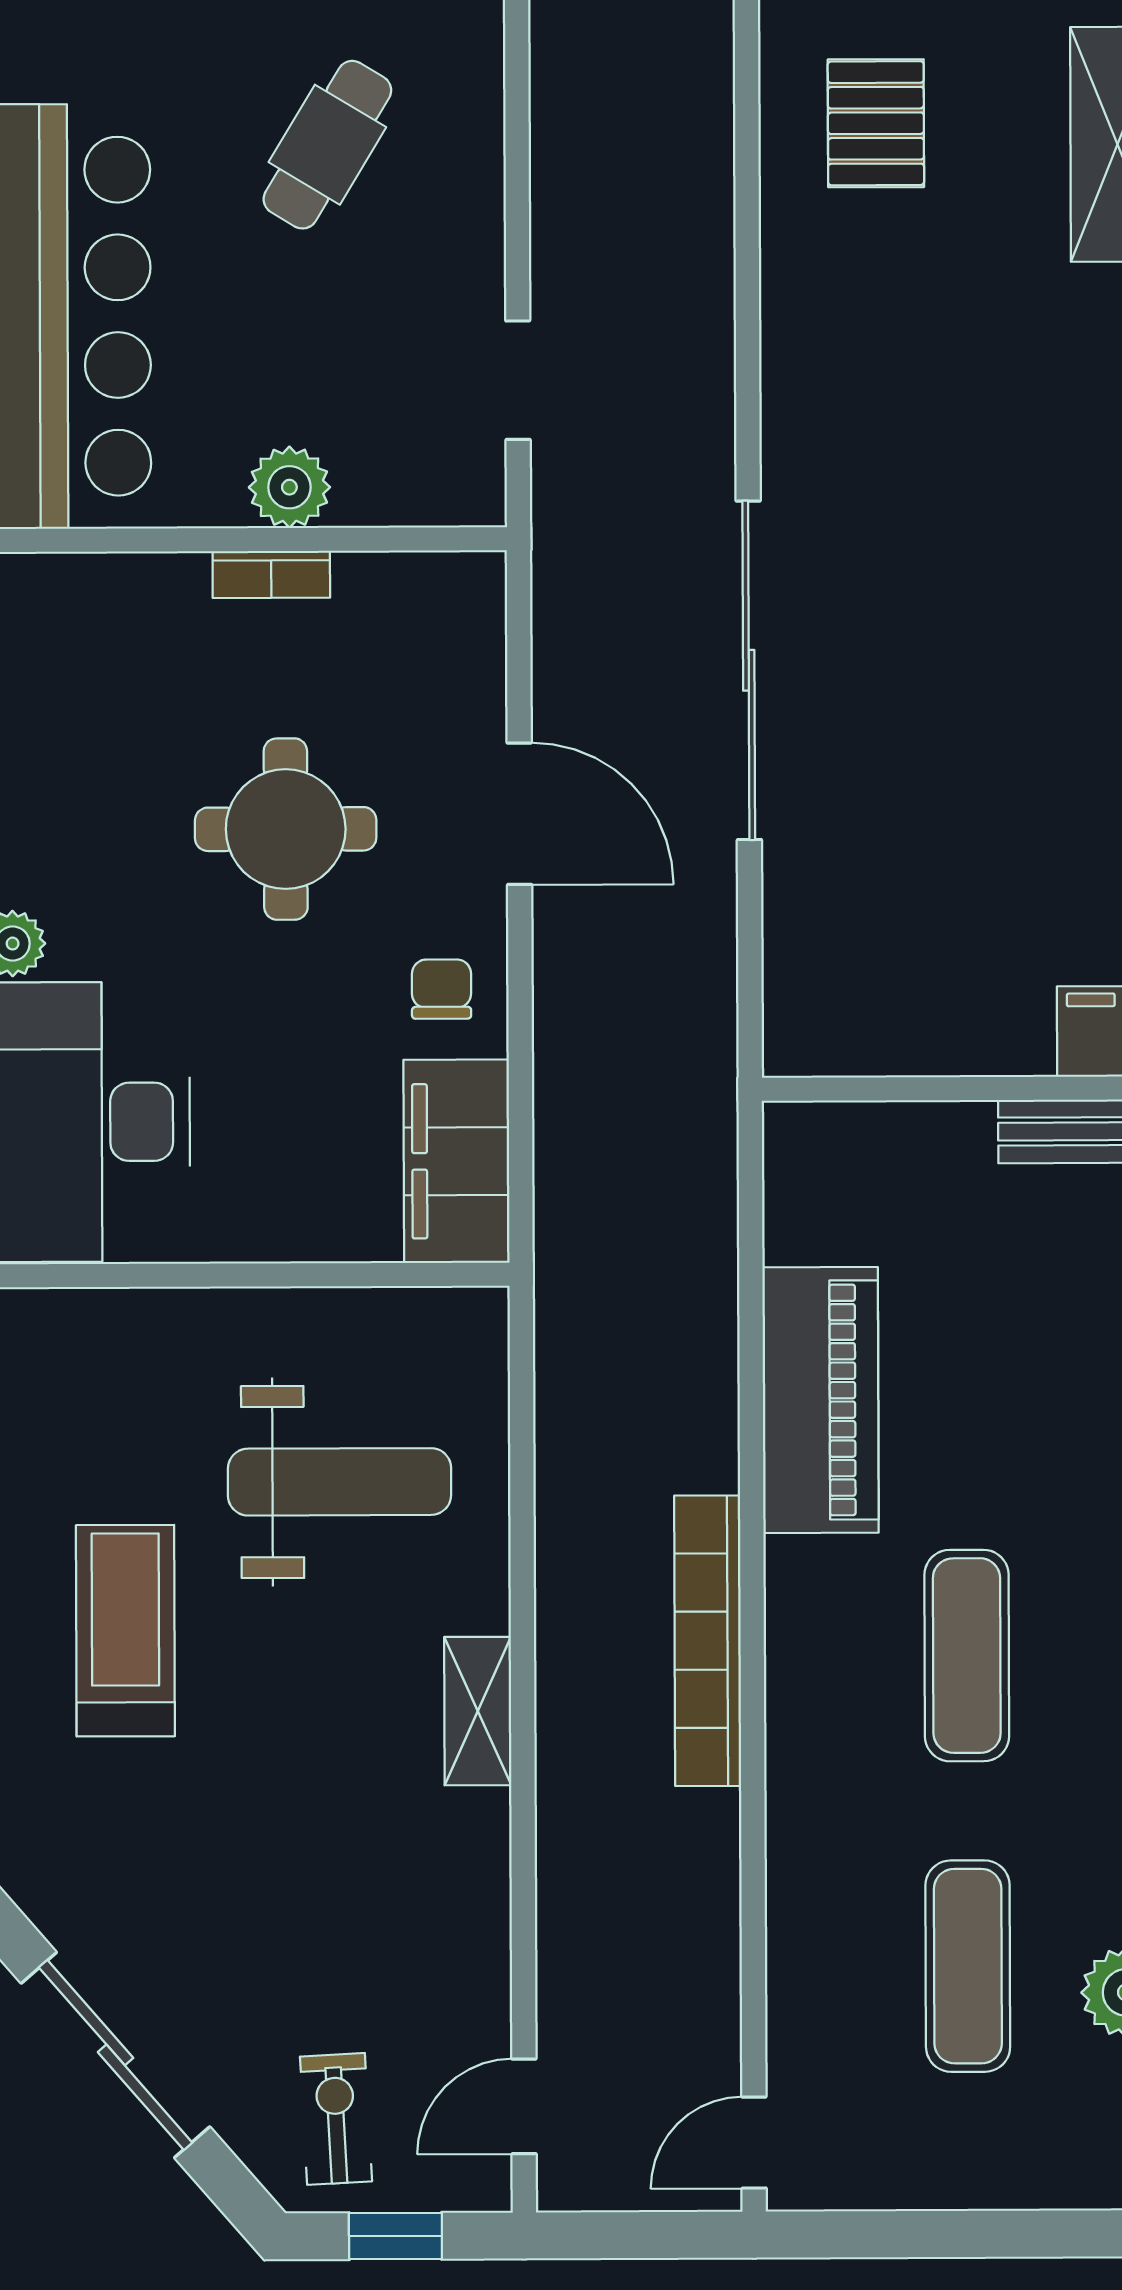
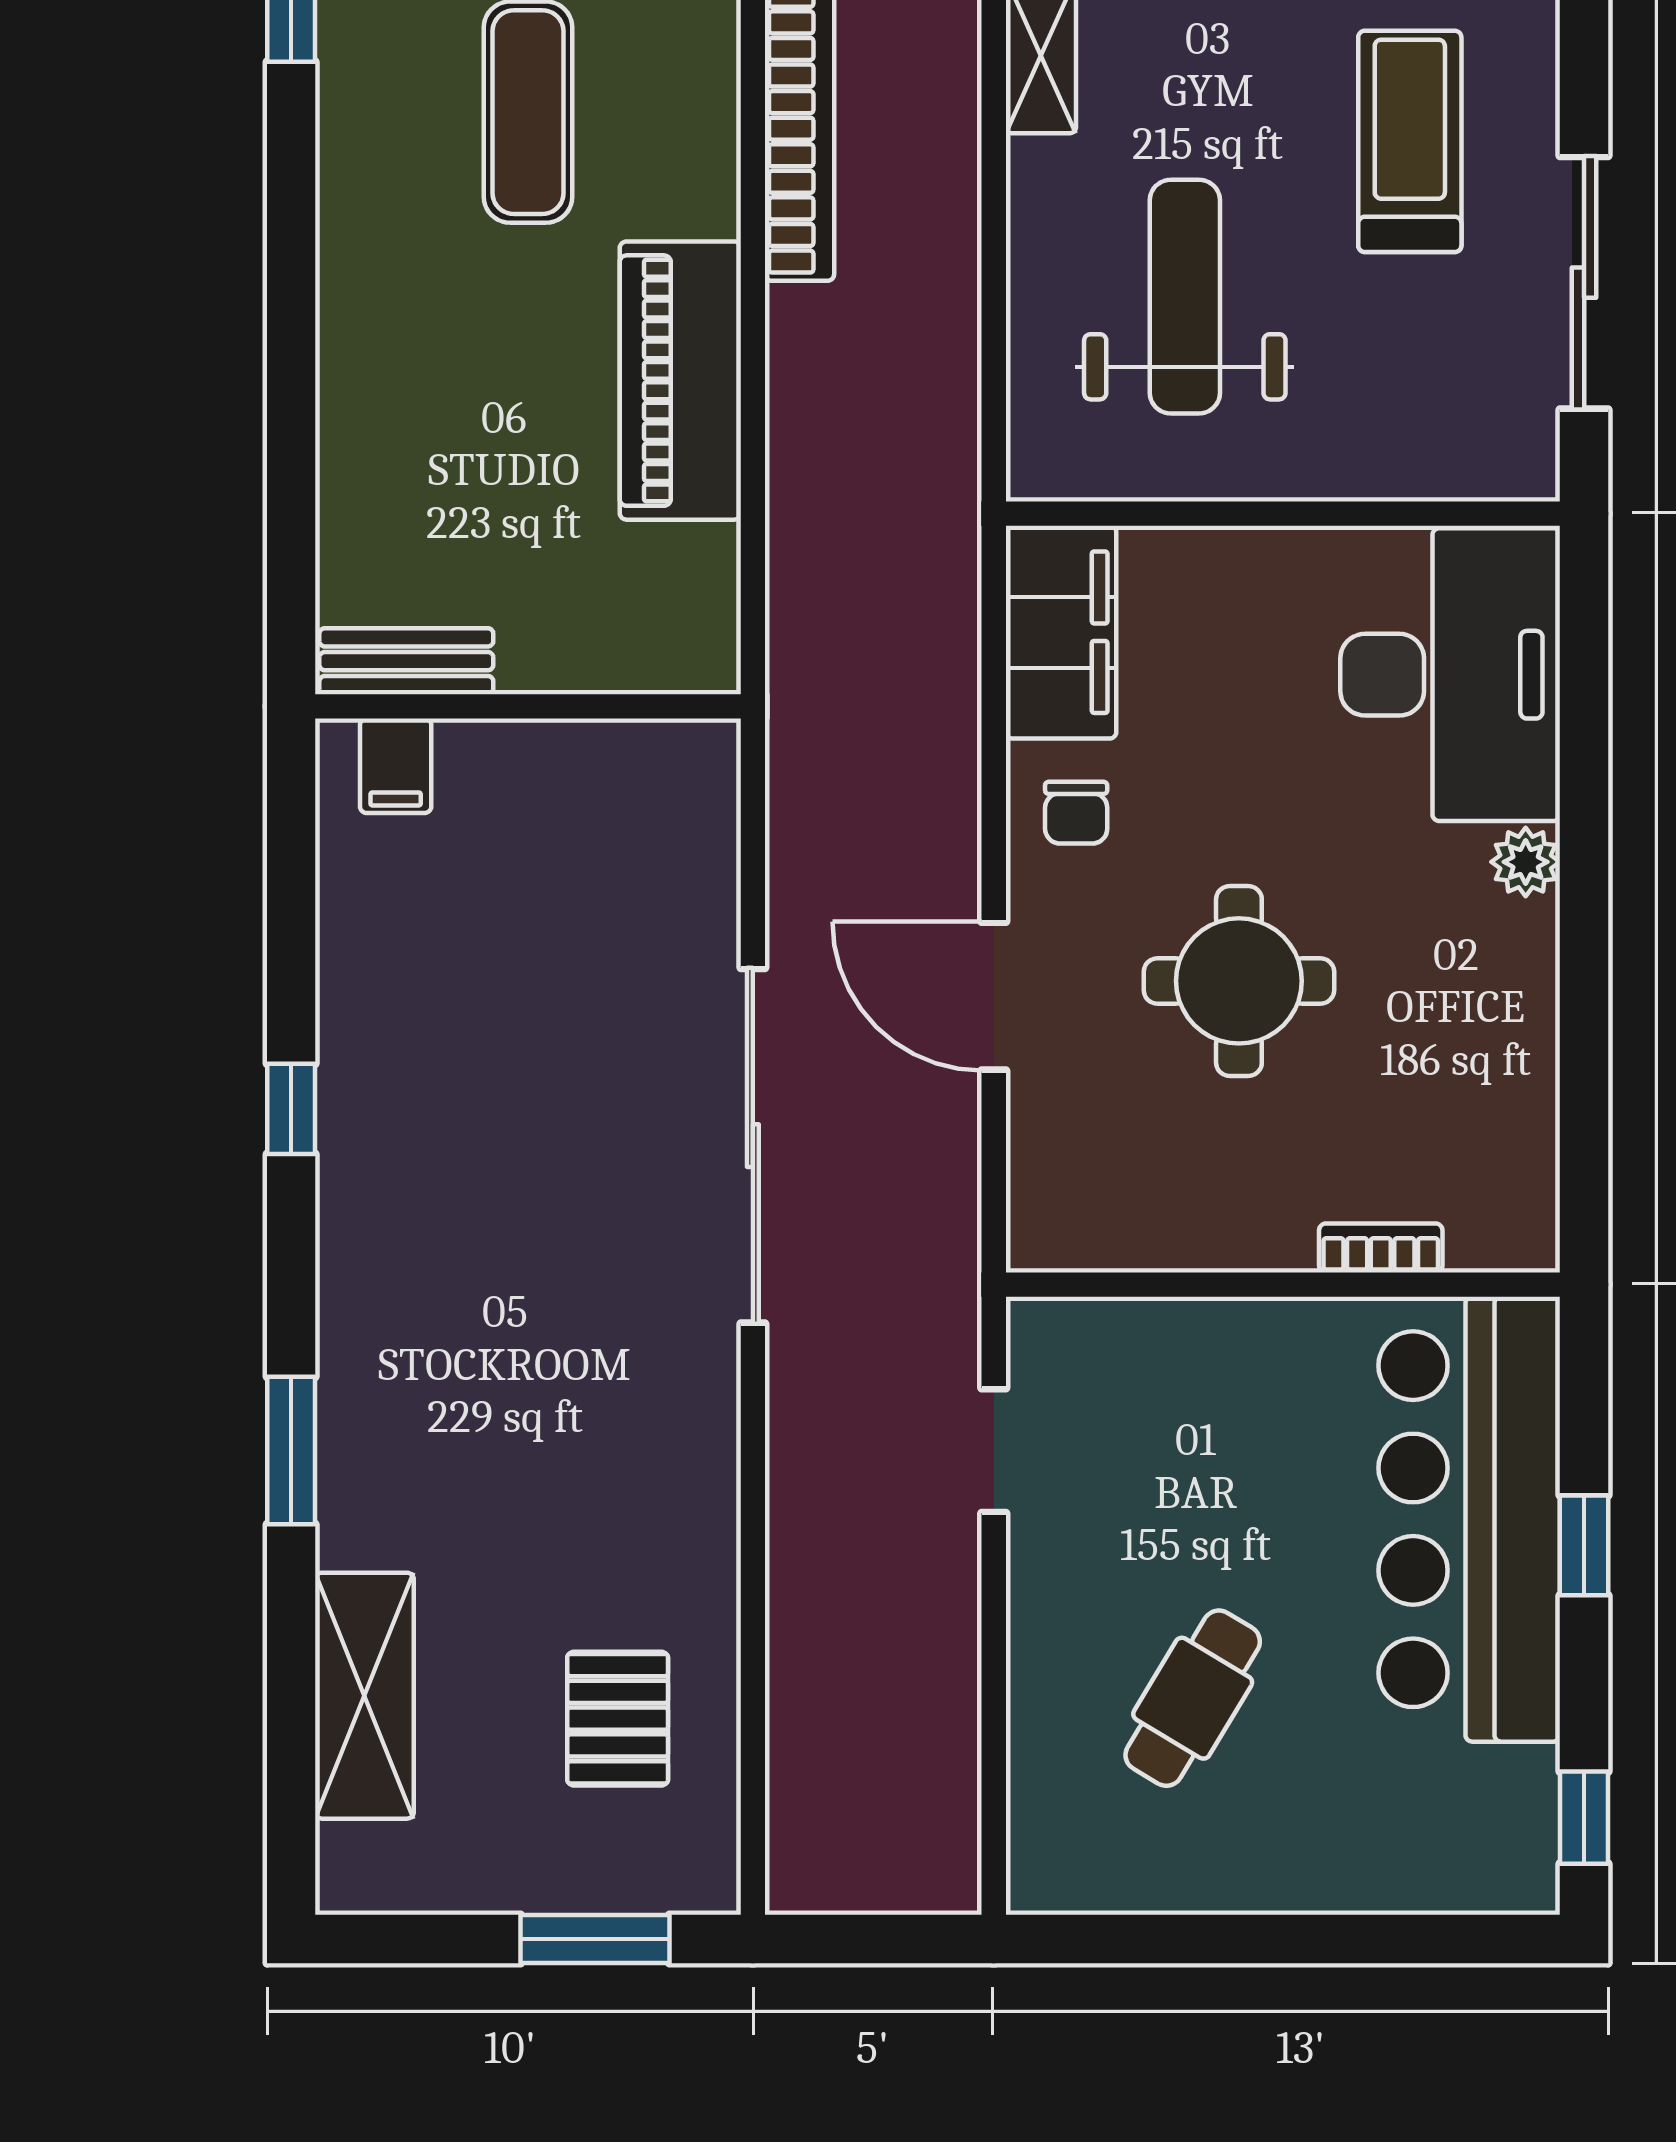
plant: (289, 487) -> (1234, 1339), removed
bookcase: (271, 574) -> (1381, 1248), moved
weight bench: (340, 1482) -> (1185, 297), turned 90
treadmill: (125, 1631) -> (1410, 141), turned 180

